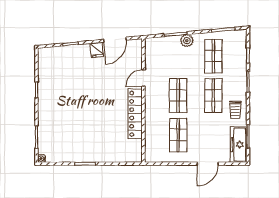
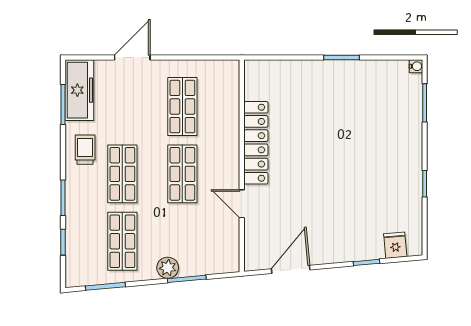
fridge: (97, 50) -> (395, 245), moved
door: (143, 78) -> (242, 204), swing flipped

